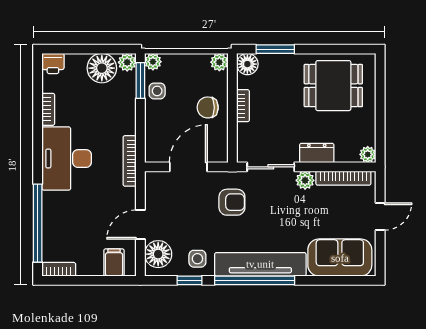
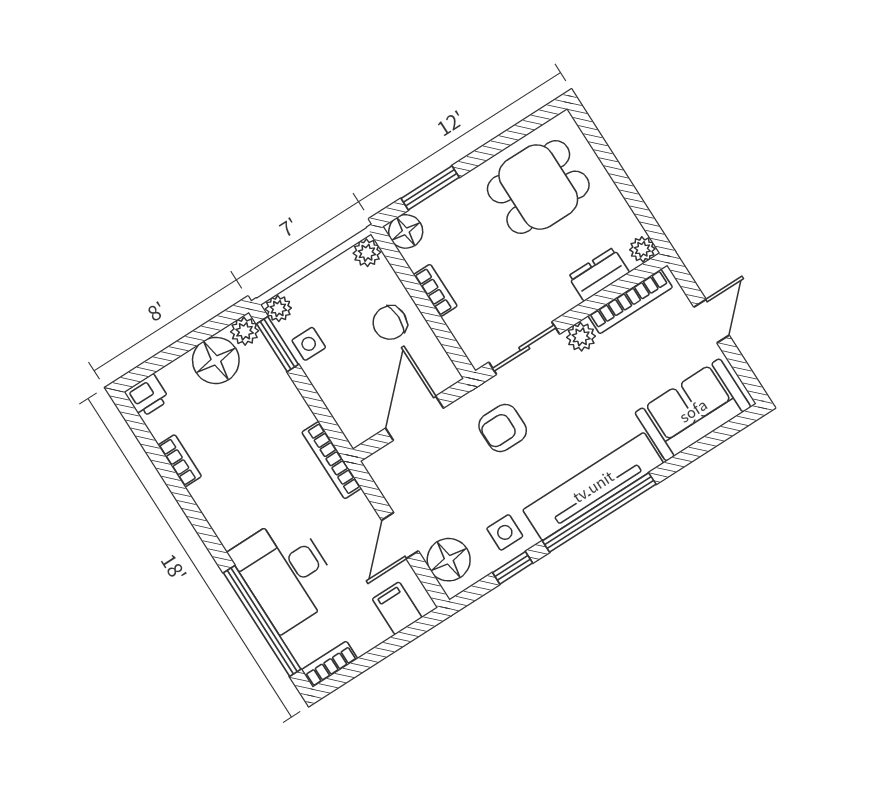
dresser: (317, 153) -> (599, 274), moved
desk: (67, 159) -> (286, 573), moved
armchair: (232, 202) -> (503, 428), turned 180

